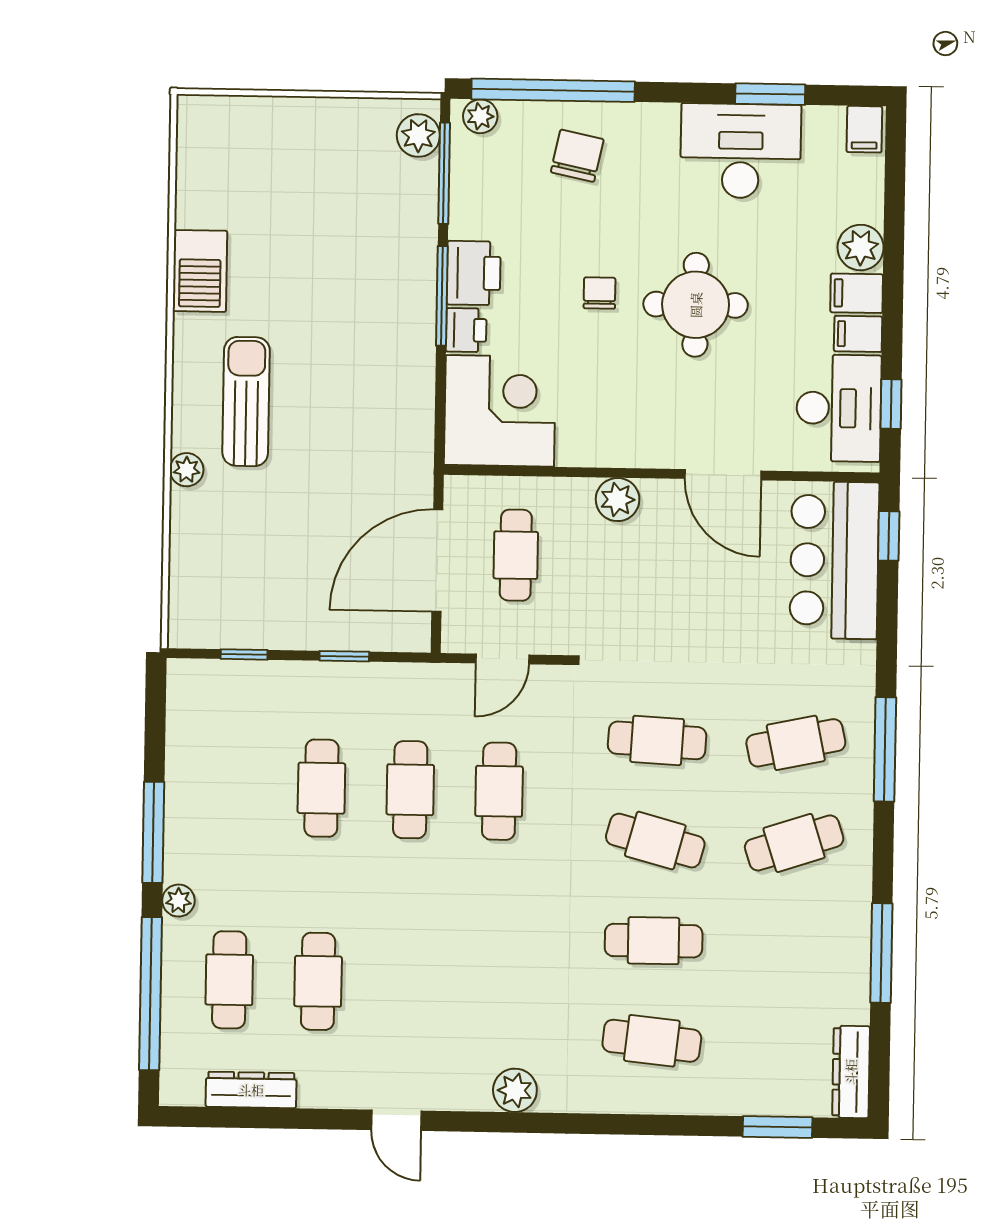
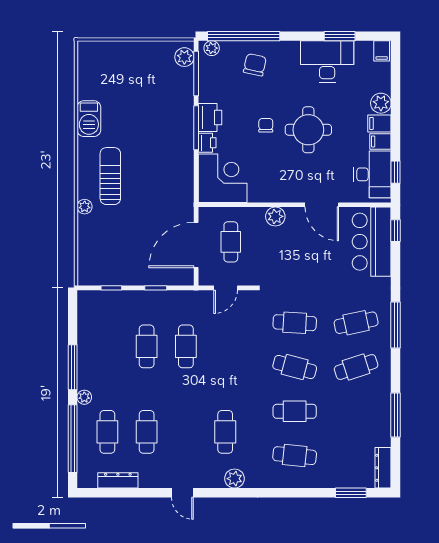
cafe table: (499, 791) -> (225, 432), moved

